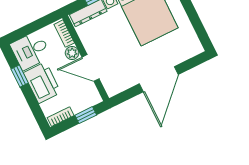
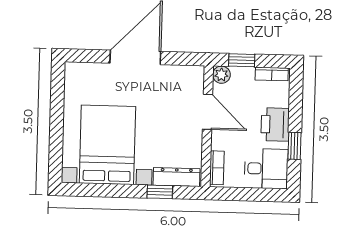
plant: (72, 53) -> (221, 75), moved
printer: (42, 83) -> (275, 125), width x0.73, depth x0.84

